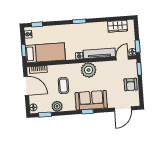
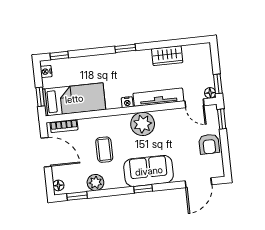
wardrobe: (118, 26) -> (167, 56), moved
door: (122, 58) -> (194, 103), swing flipped

